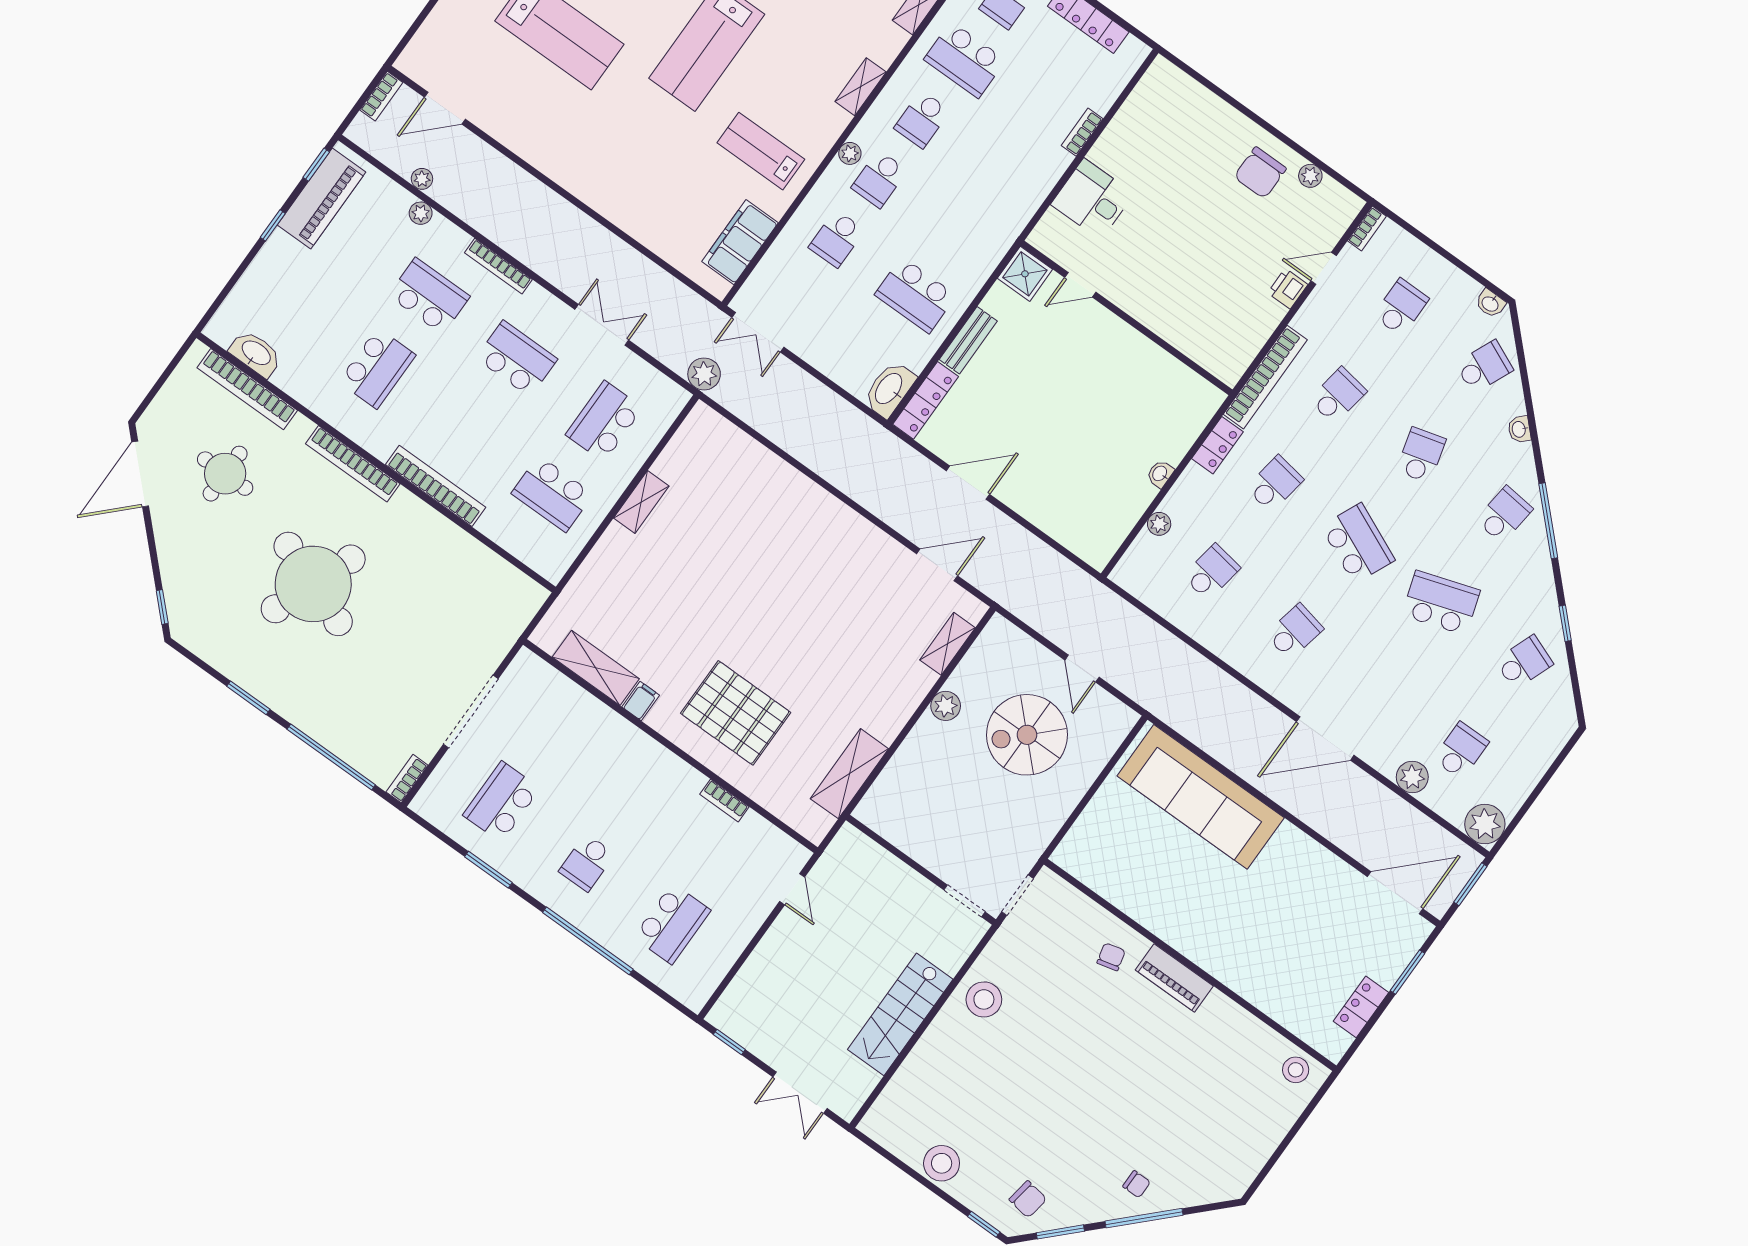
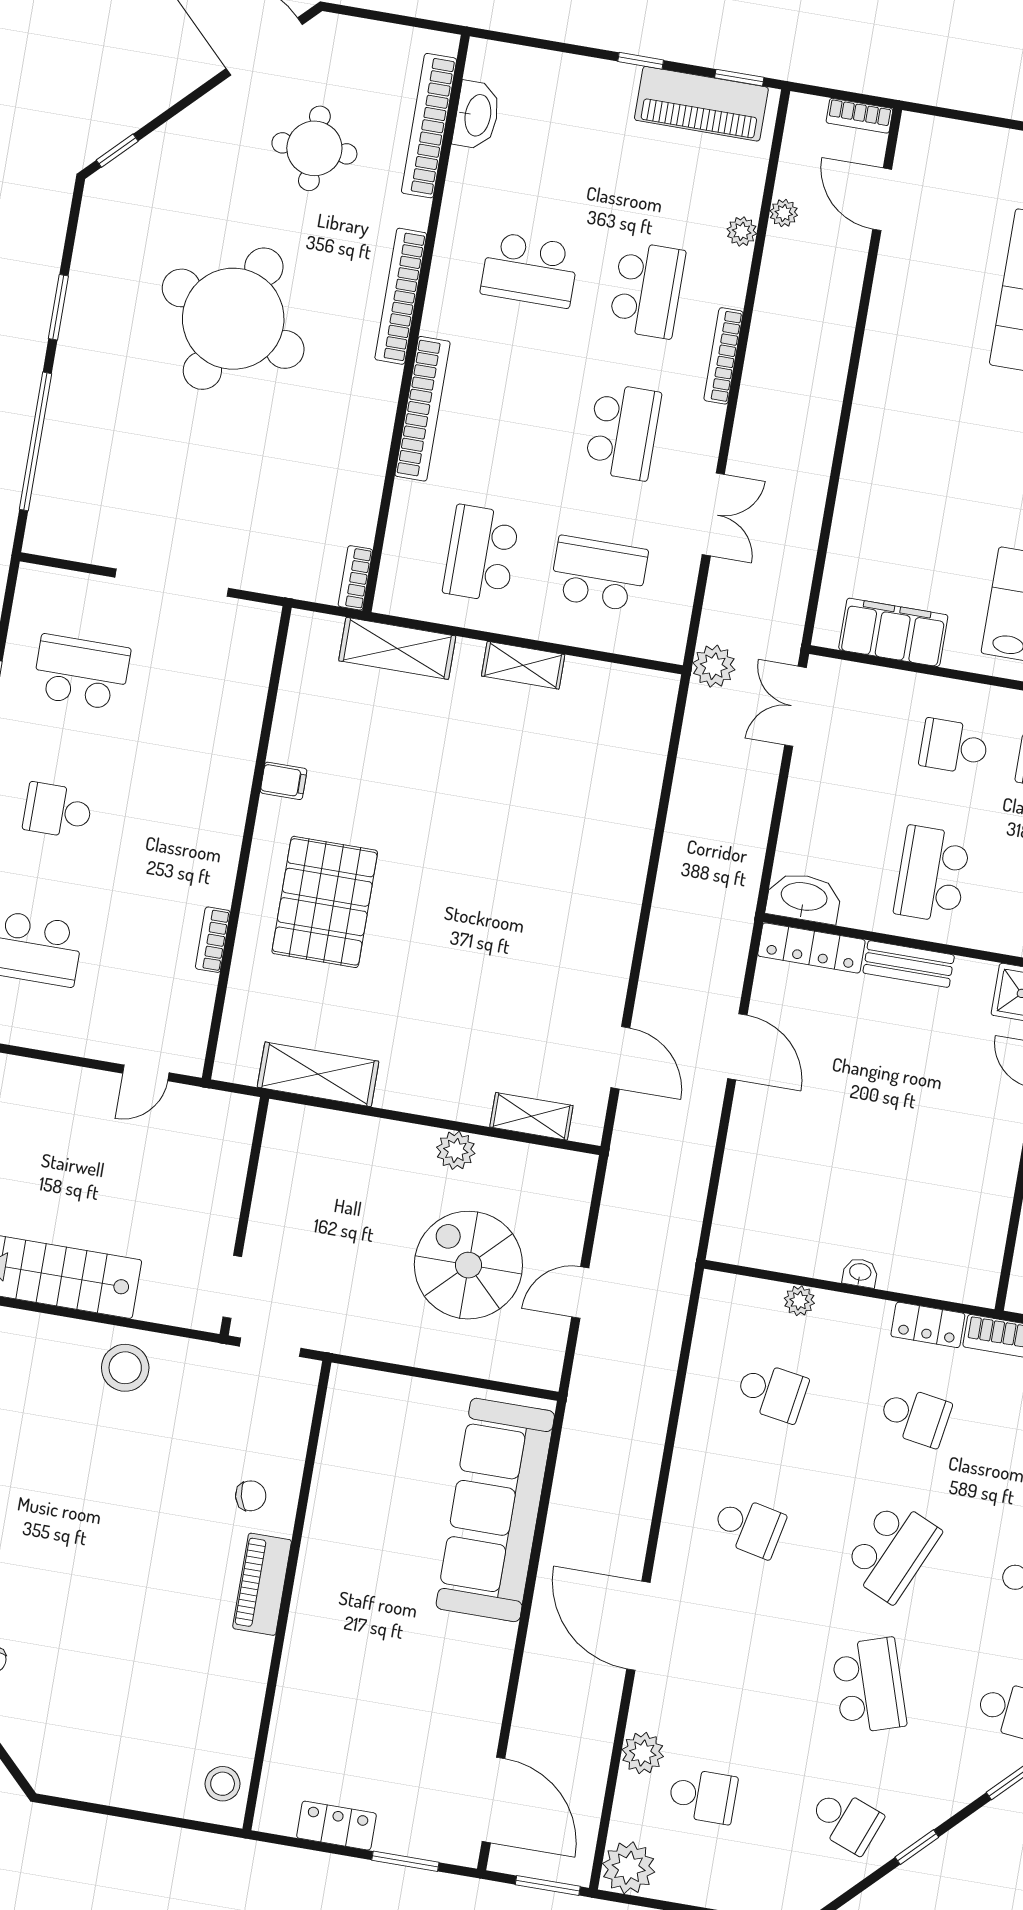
shelving: (596, 668) -> (397, 648), moved, turned 90
bookcase: (407, 779) -> (355, 578), moved, turned -90

